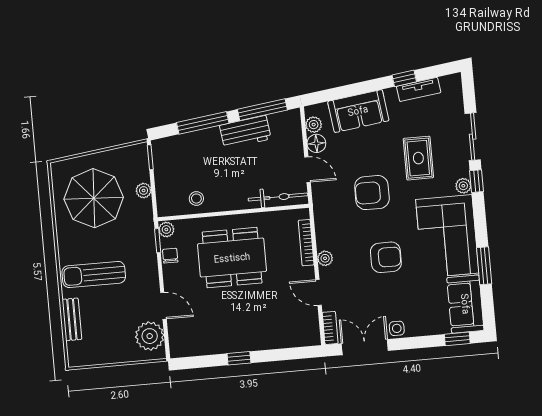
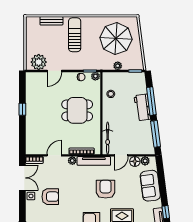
workbench: (245, 132) -> (142, 107), moved
tv unit: (322, 219) -> (94, 161), added
armchair: (386, 257) -> (50, 197), moved, turned -90
dining table: (232, 258) -> (77, 110), width x0.73

